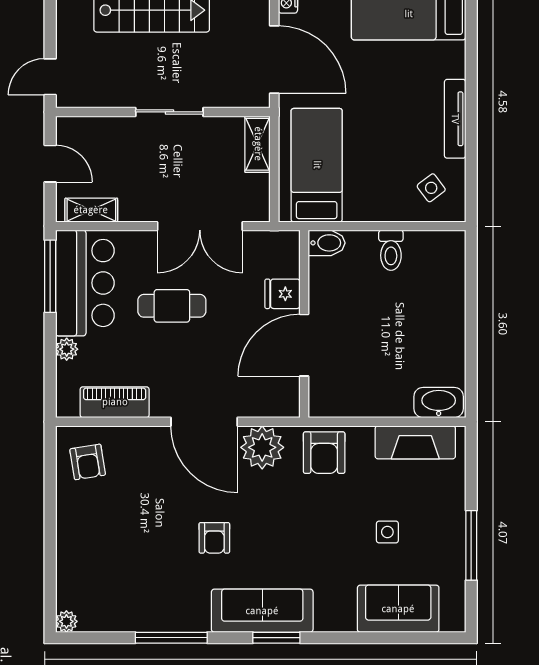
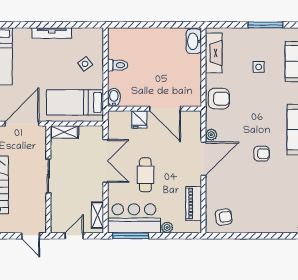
side table: (431, 188) -> (85, 64), moved
plant: (262, 447) -> (211, 135), width x0.53, depth x0.53

